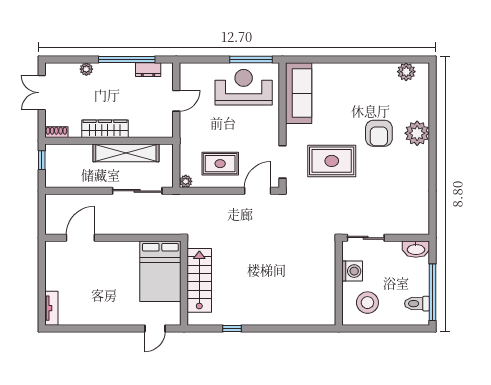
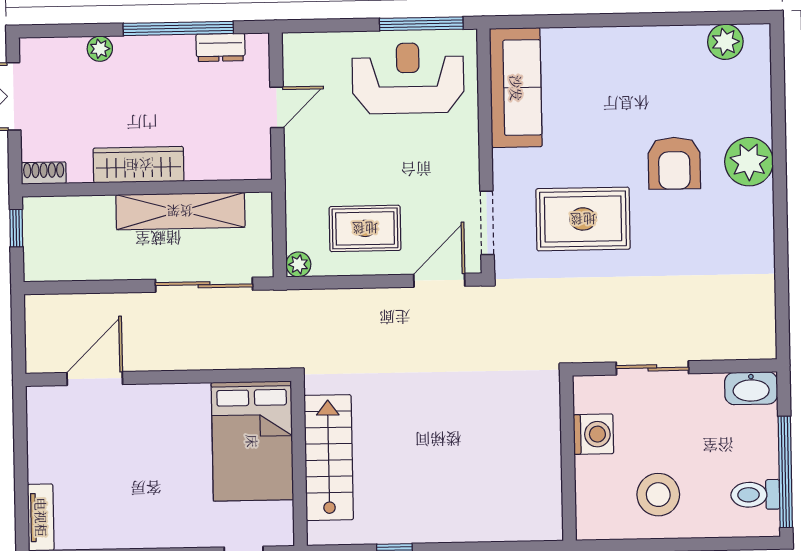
washing machine: (352, 271) -> (593, 434), moved
wall: (339, 283) -> (568, 458), moved

